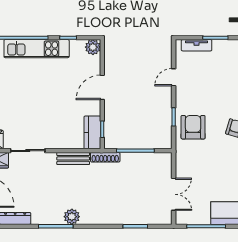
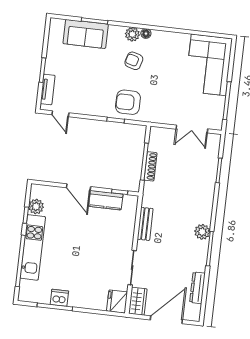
plant: (93, 47) -> (36, 207), moved
door: (174, 77) -> (60, 114), moved
kitchen counter: (92, 132) -> (106, 200), moved
shoe rack: (105, 157) -> (150, 166), moved
double door: (174, 194) -> (192, 129), swing flipped

